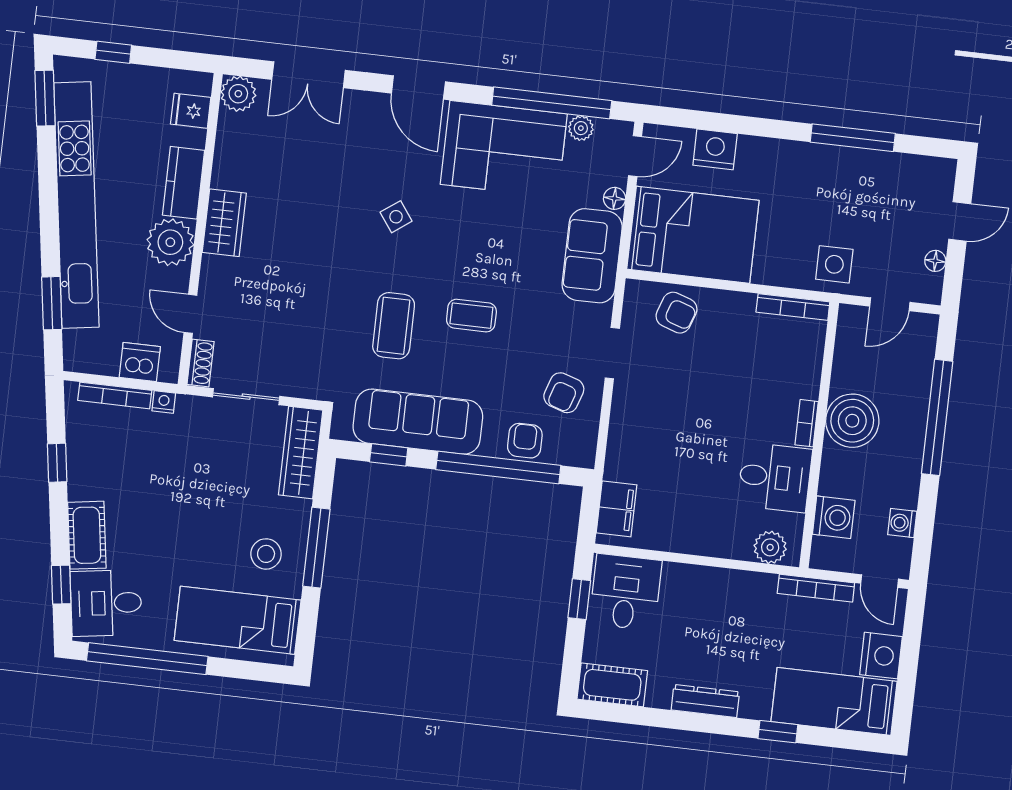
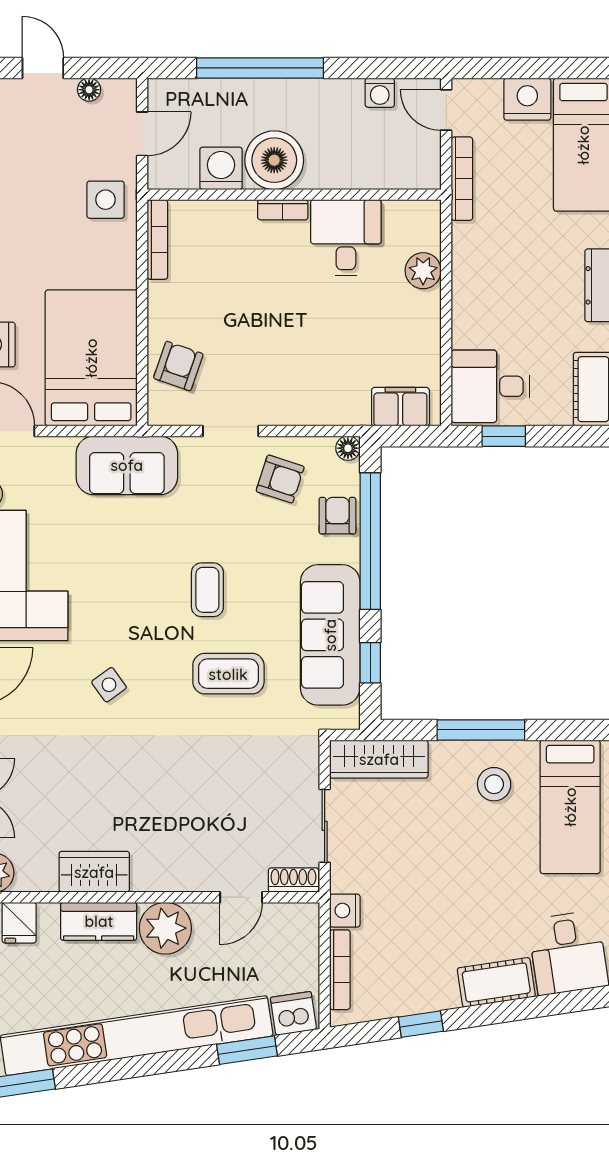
floor lamp: (614, 198) -> (348, 448), moved
wardrobe: (224, 223) -> (94, 872), moved
door: (890, 304) -> (142, 134), hinge flipped
dishwasher: (140, 362) -> (293, 1013), moved, turned 82
nightstand: (164, 402) -> (345, 911), width x1.39, depth x1.35
armchair: (525, 441) -> (337, 516), turned 90
washing machine: (834, 517) -> (221, 168), moved
plant: (770, 547) -> (423, 271), moved
door: (880, 581) -> (446, 110), swing flipped
window: (61, 585) -> (554, 1004), removed

